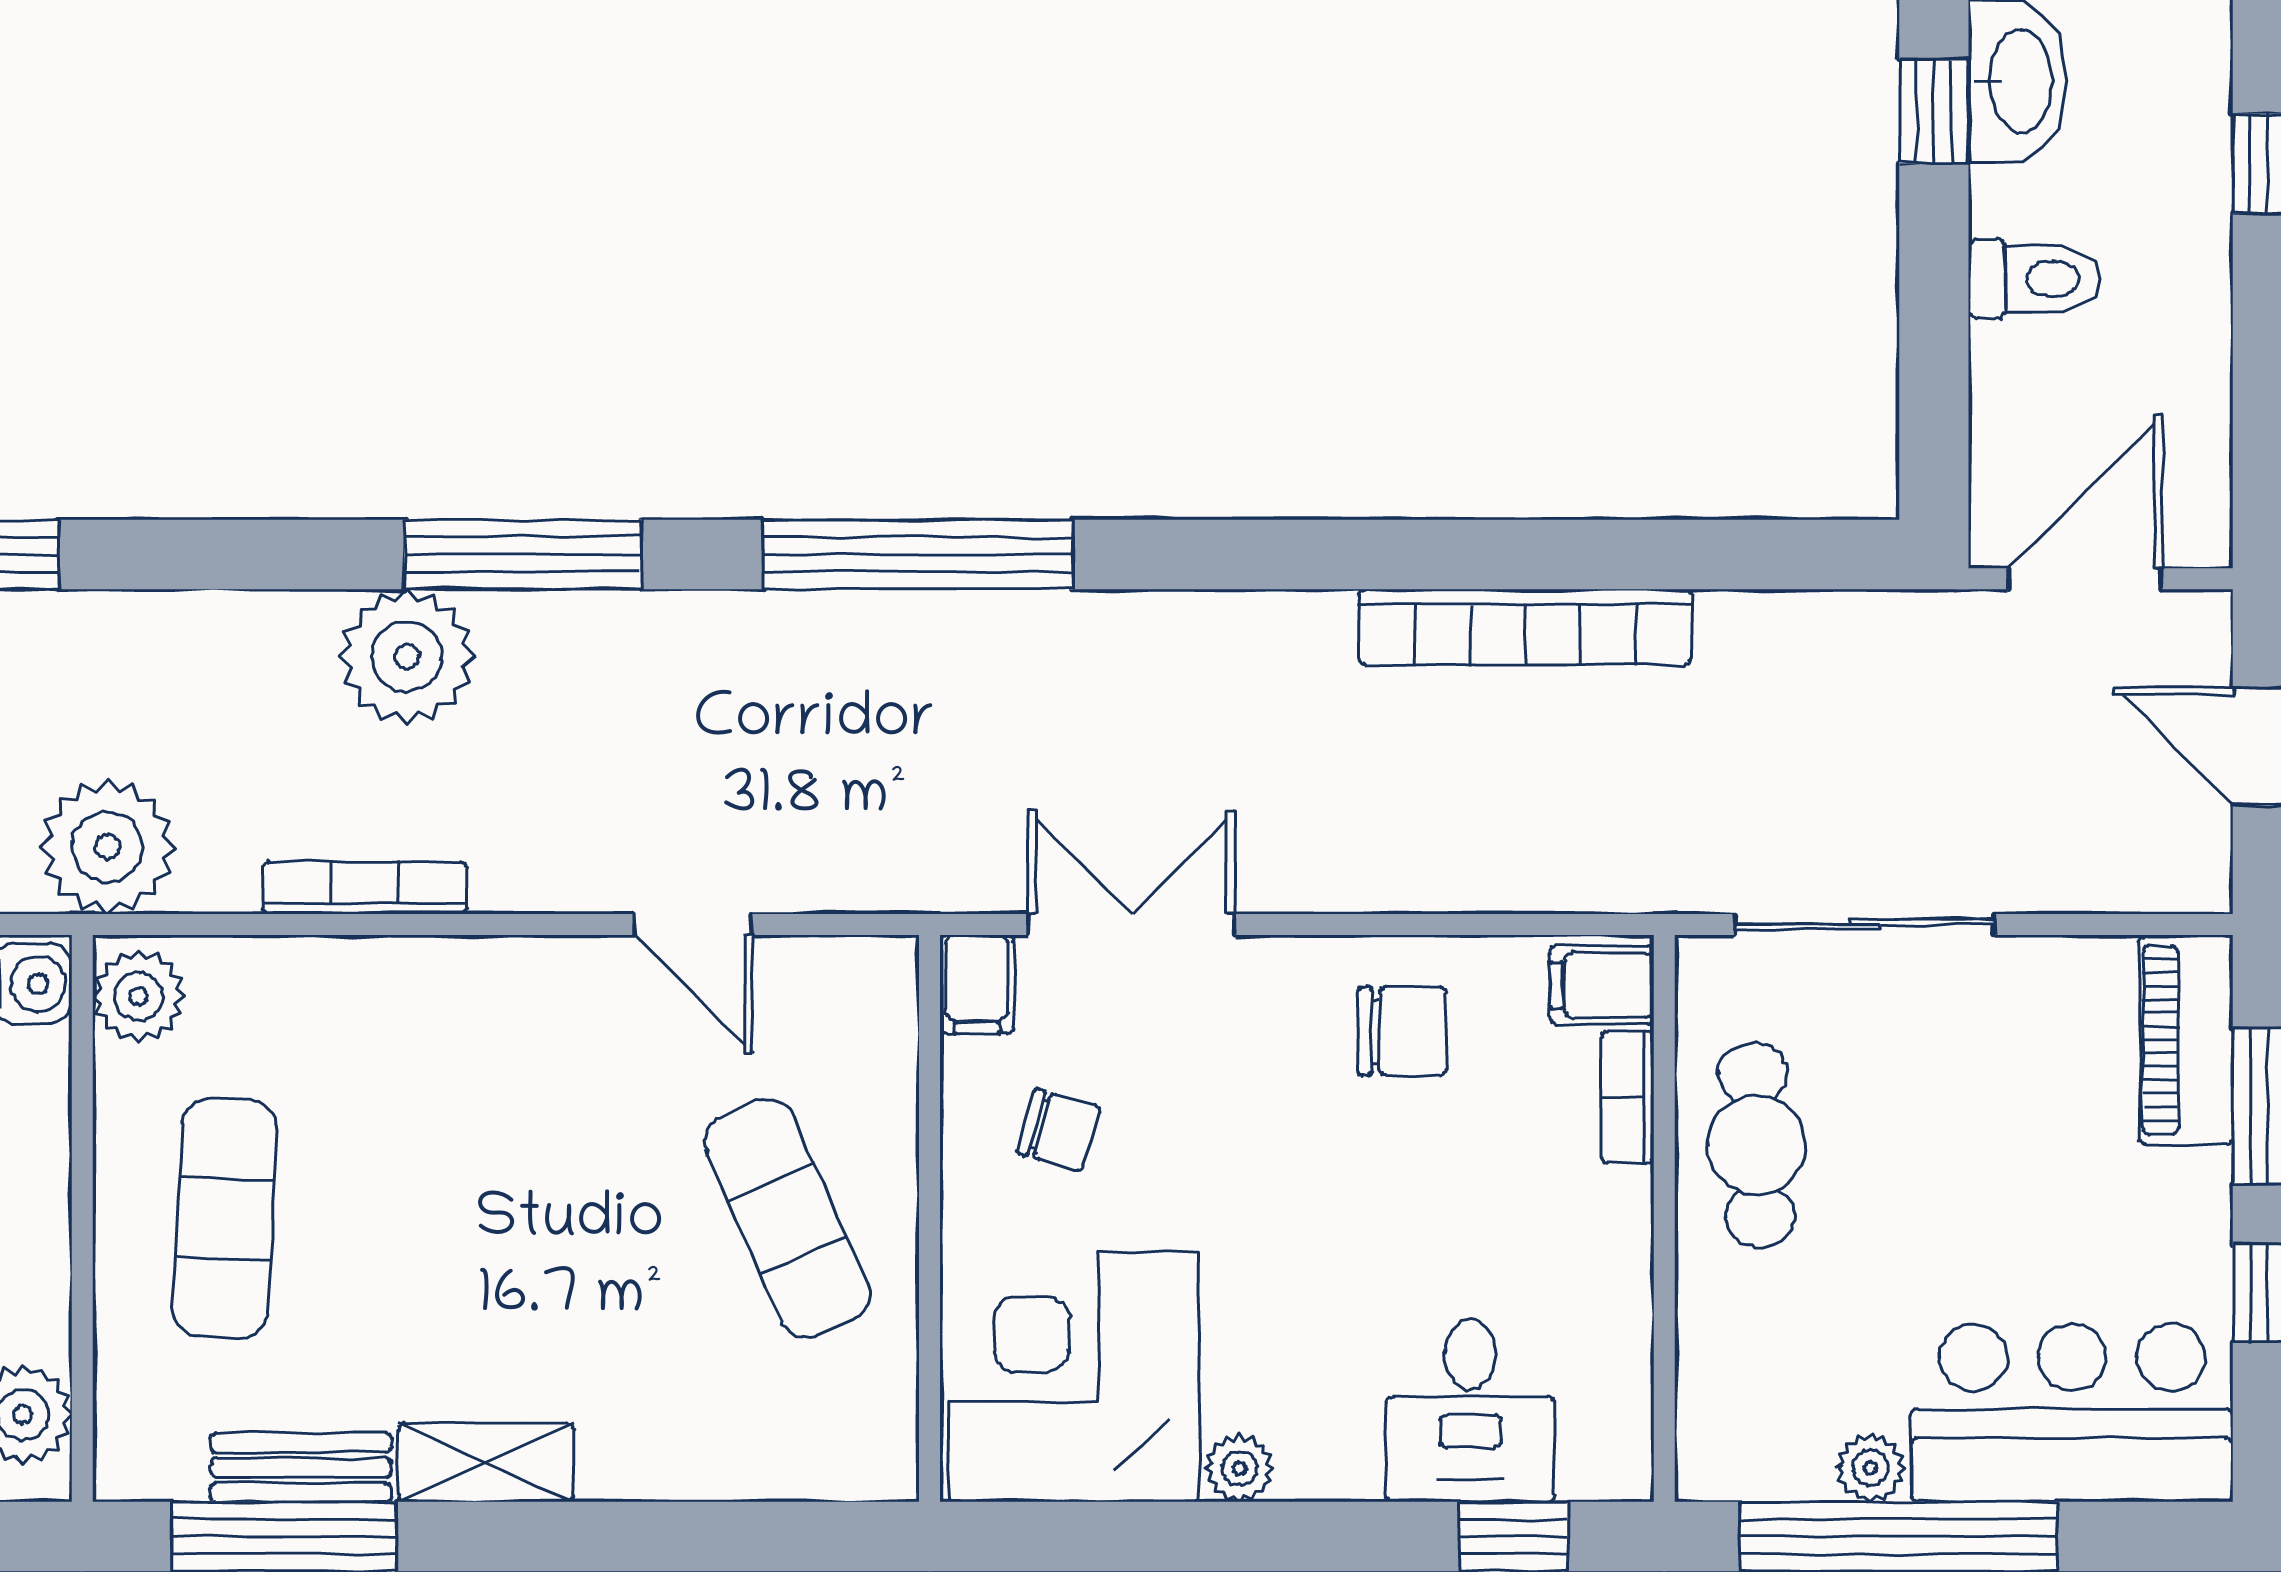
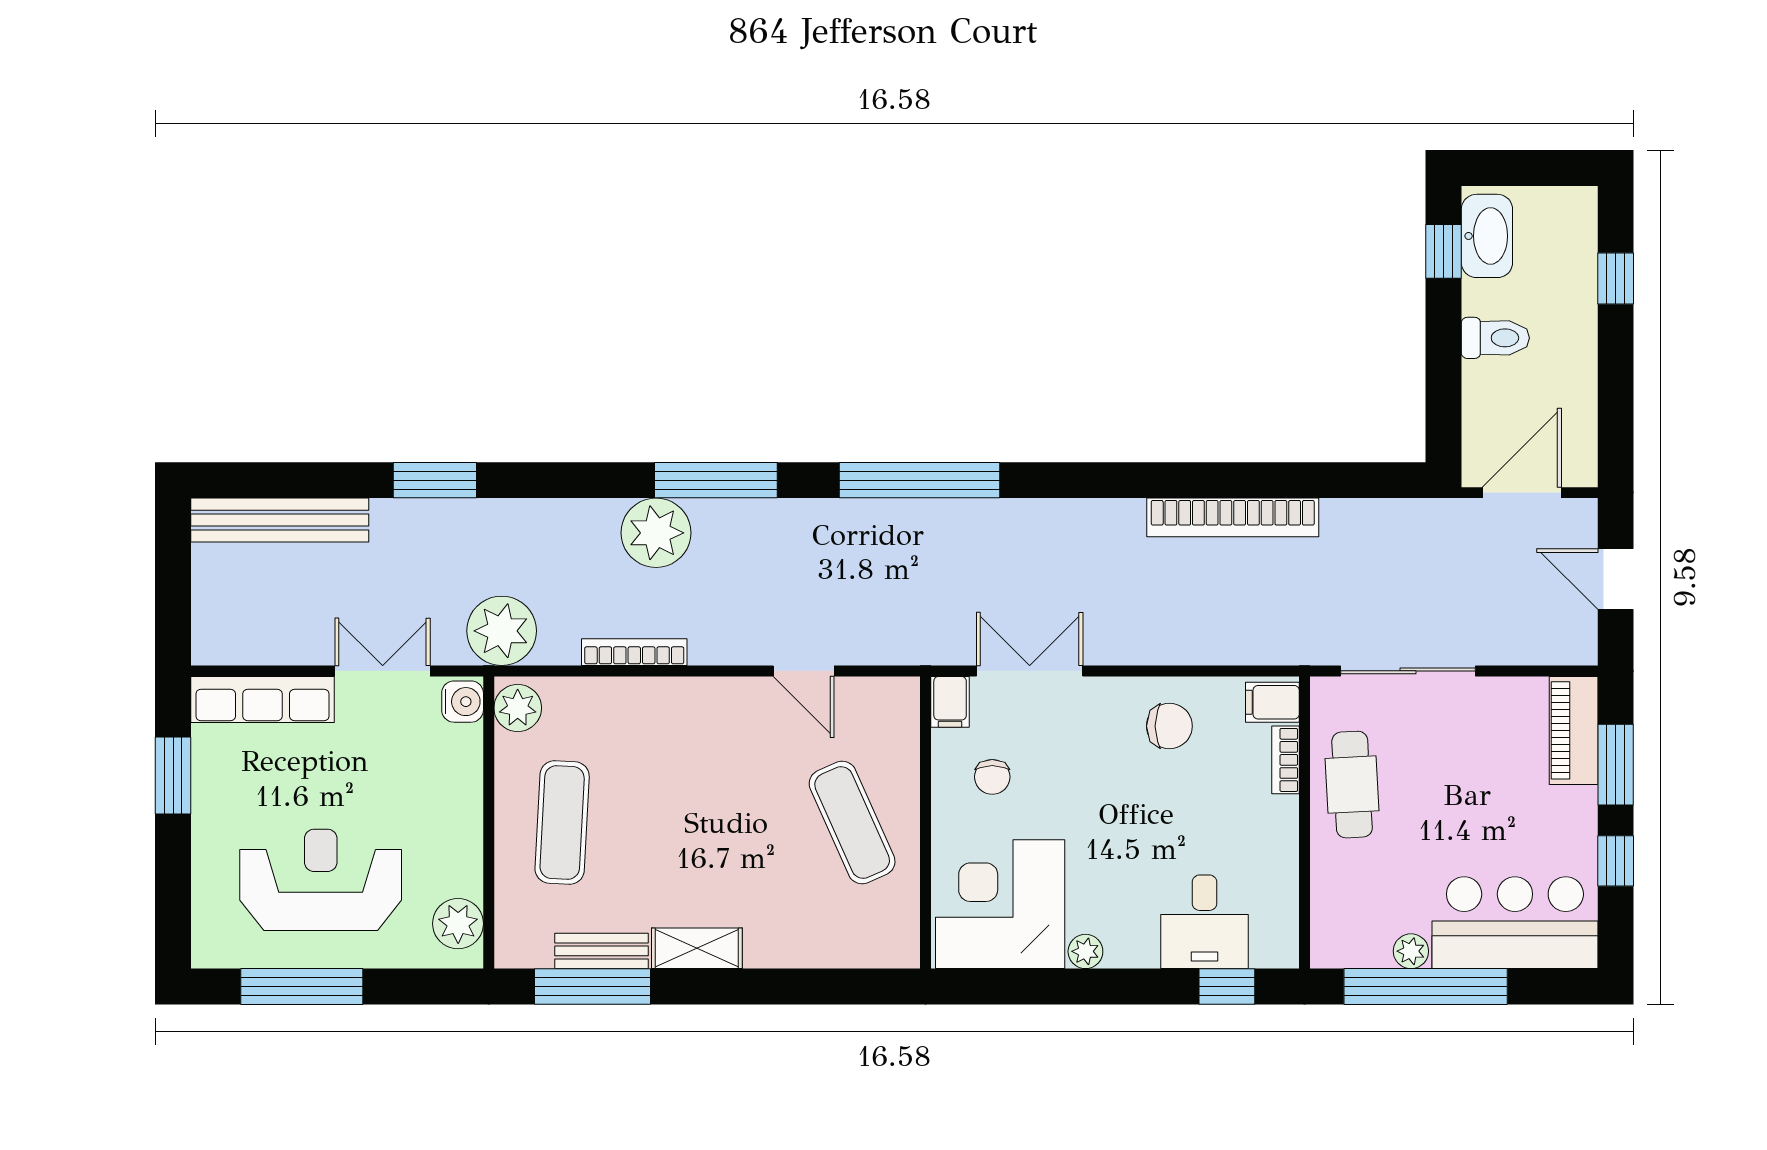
chair: (1059, 1130) -> (992, 777), turned 74

